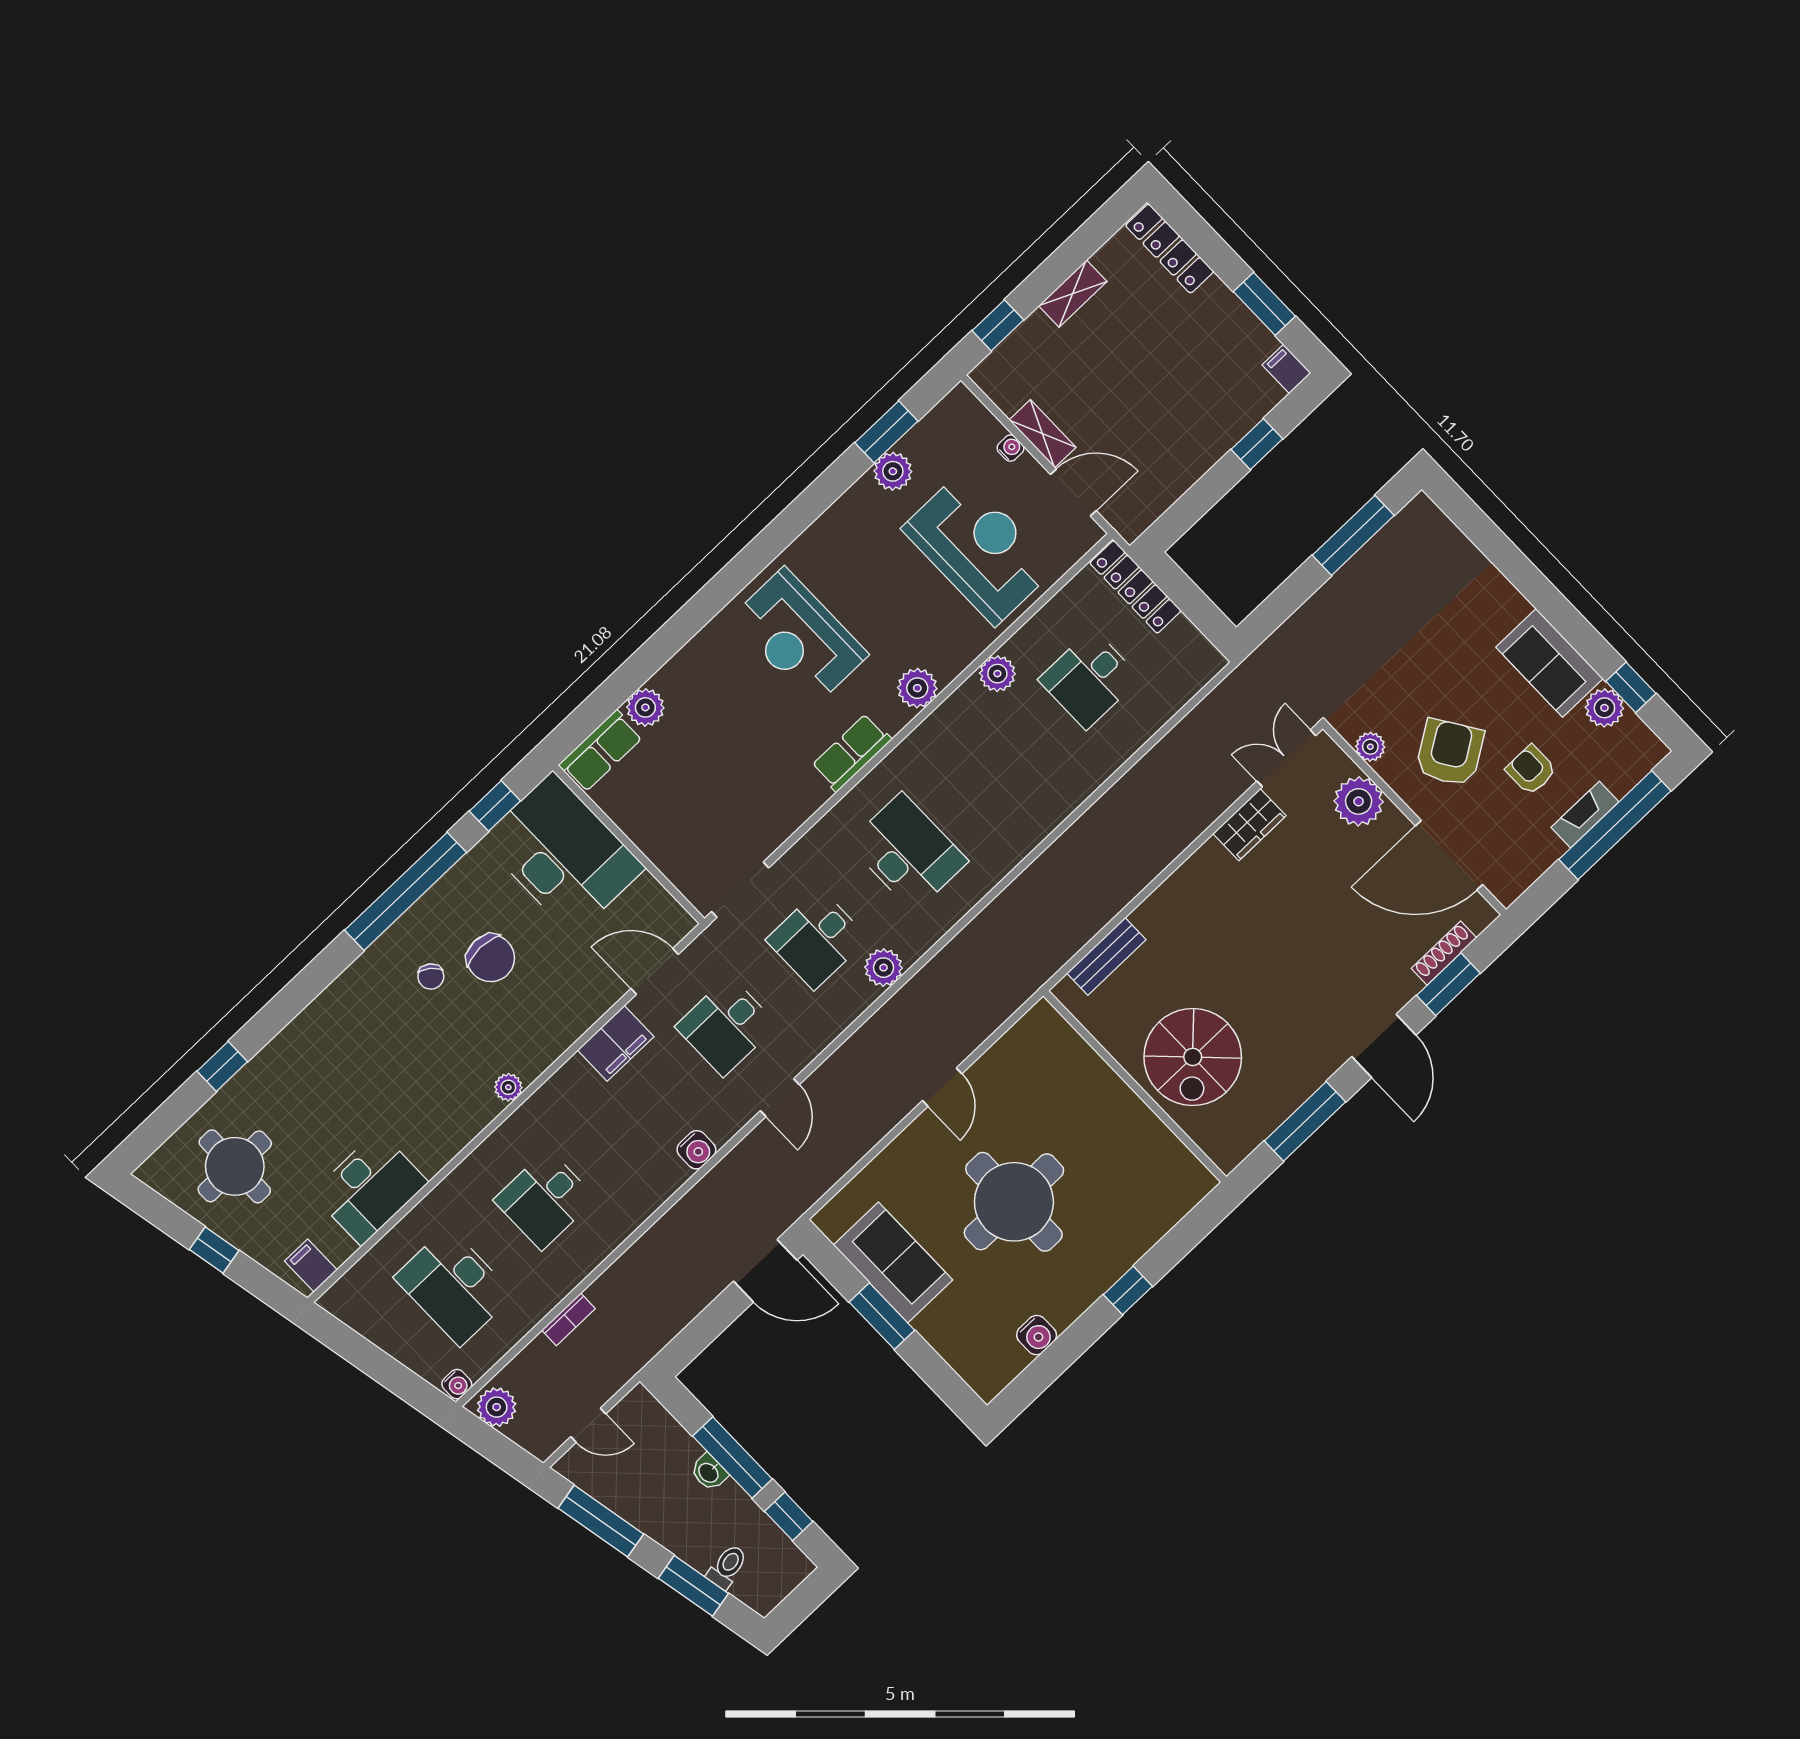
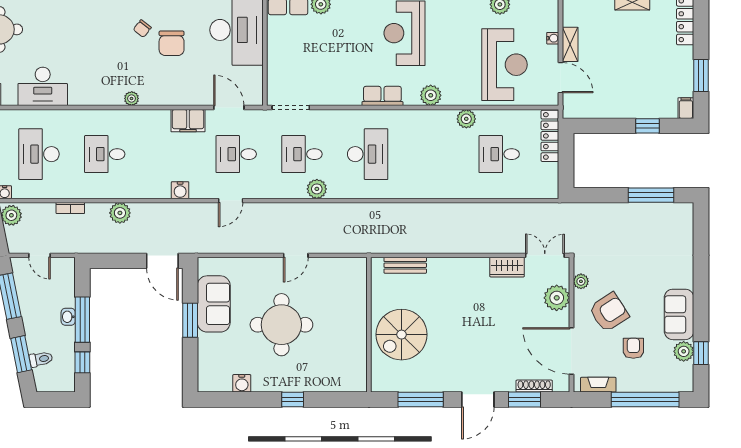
fireplace: (1585, 815) -> (598, 385), moved
plant: (643, 1261) -> (120, 213), added

